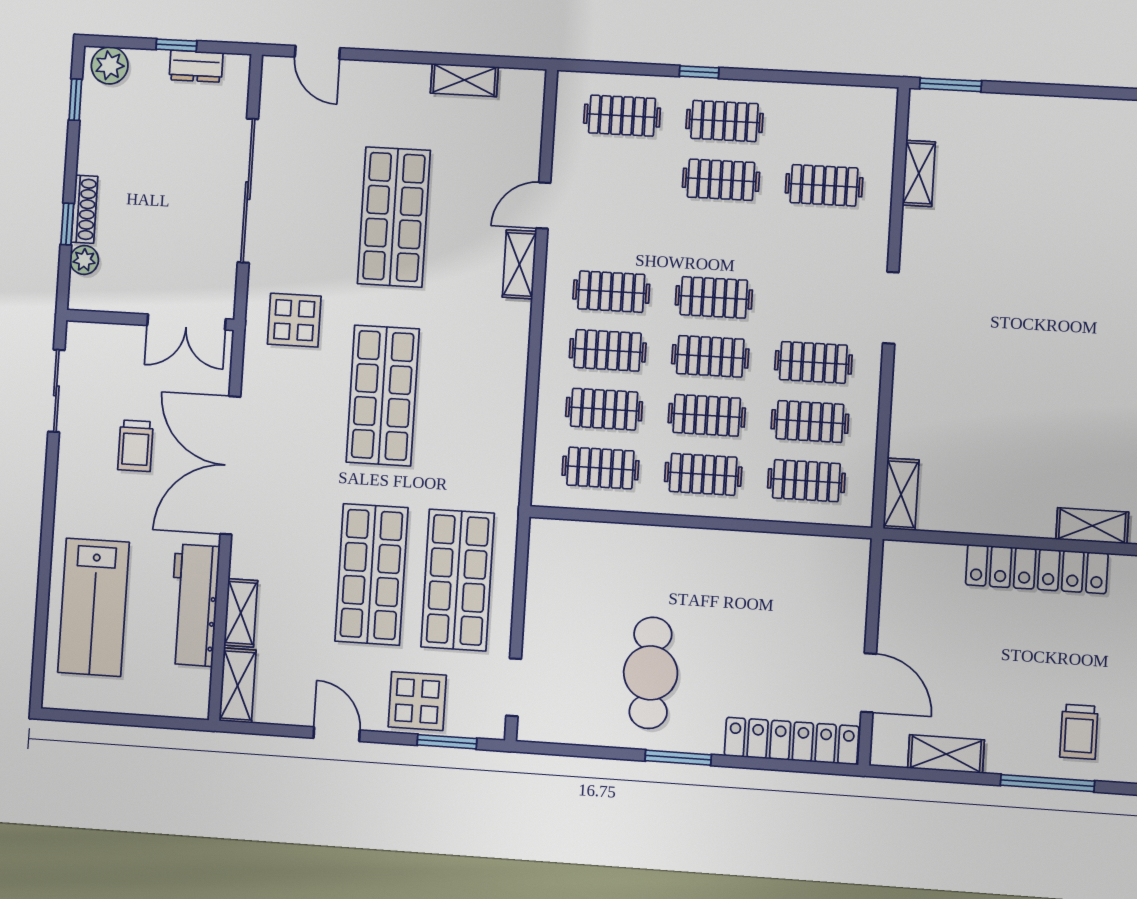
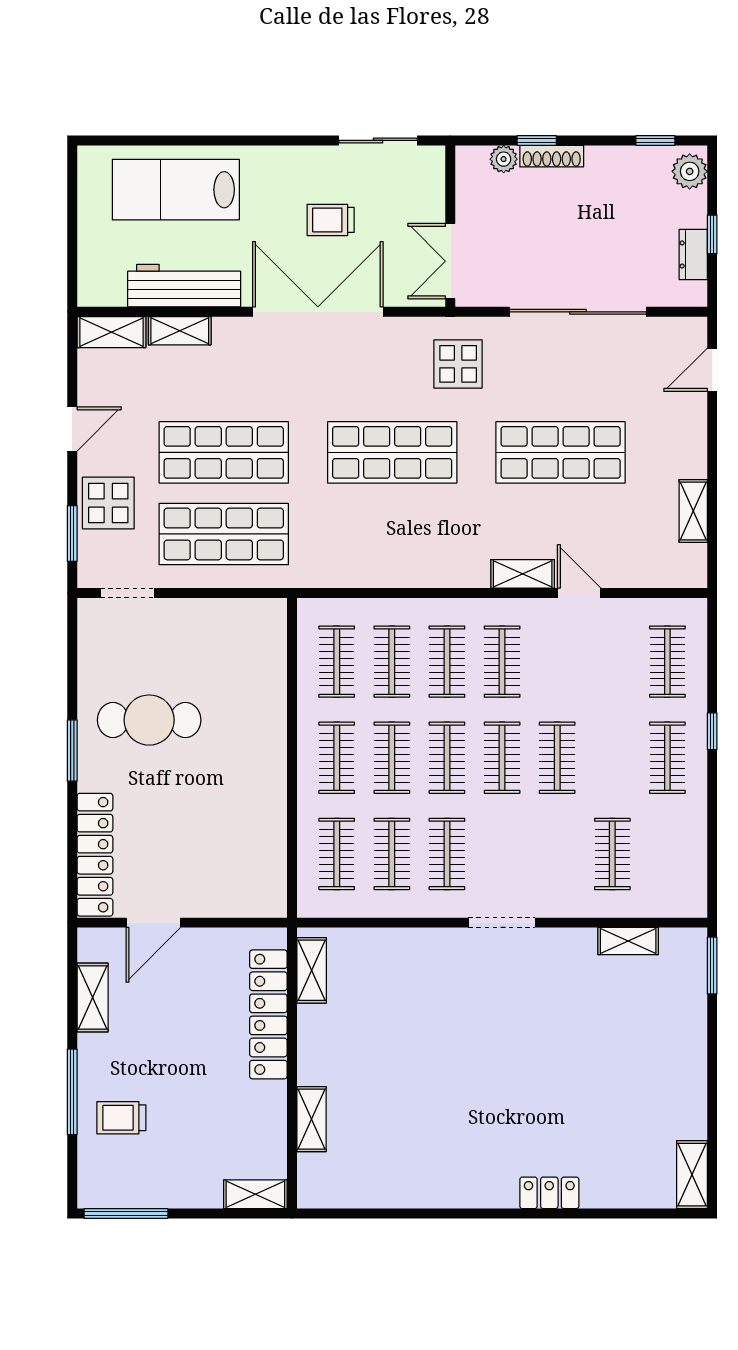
clothes rail: (721, 180) -> (557, 758), moved
shelving: (901, 494) -> (312, 970), moved, turned 90
locker: (1037, 569) -> (268, 1014), moved

